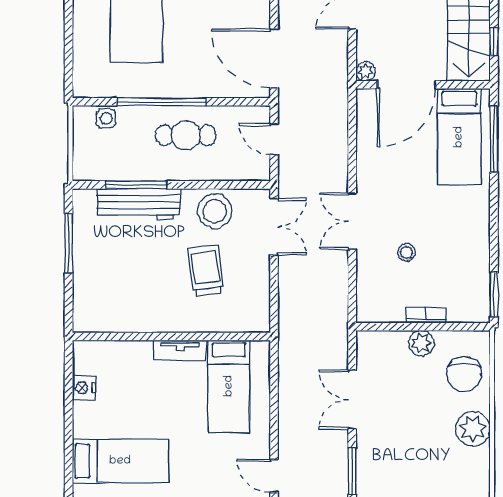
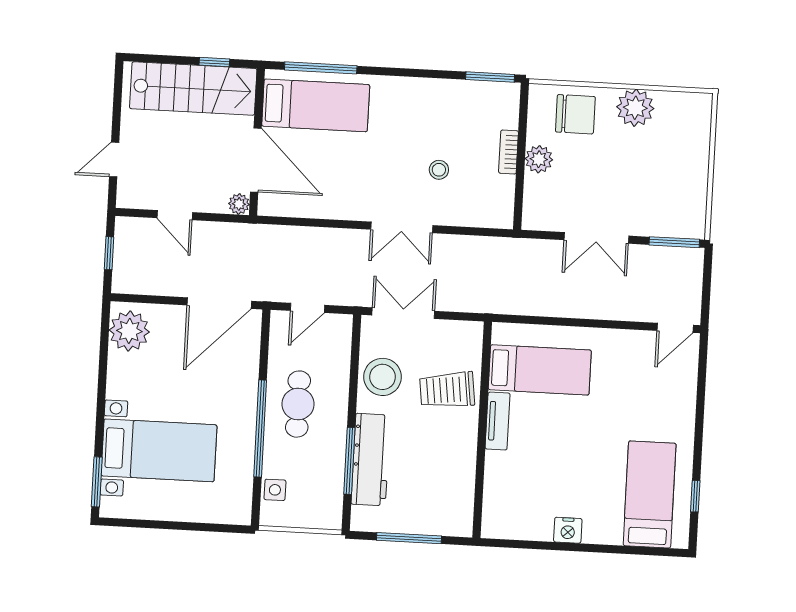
wall: (171, 336) -> (482, 430), moved
tv unit: (180, 350) -> (498, 421), moved
bed: (229, 386) -> (540, 370), moved

